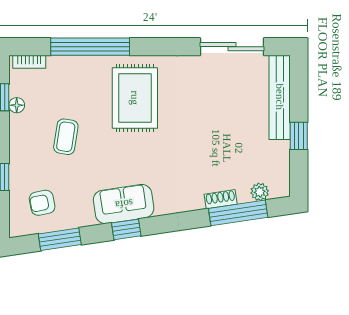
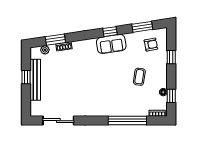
bench: (280, 97) -> (35, 80), moved
rug: (135, 98) -> (106, 96), removed
window: (238, 213) -> (55, 40), width x0.69

